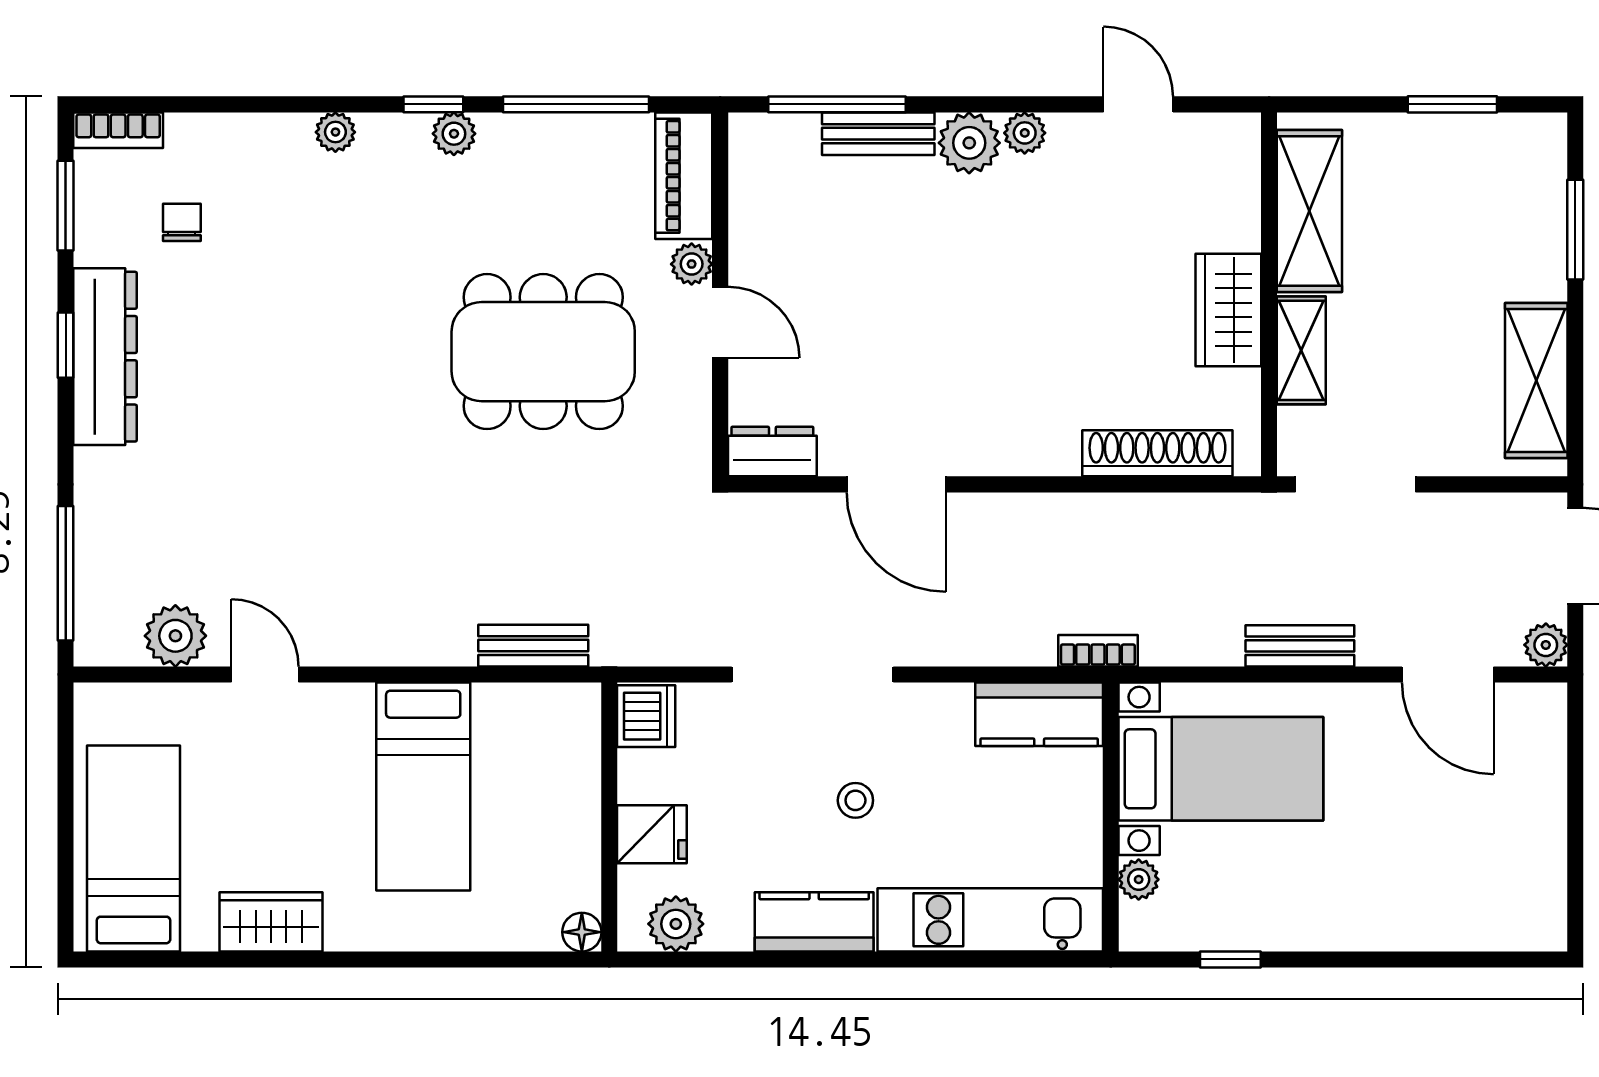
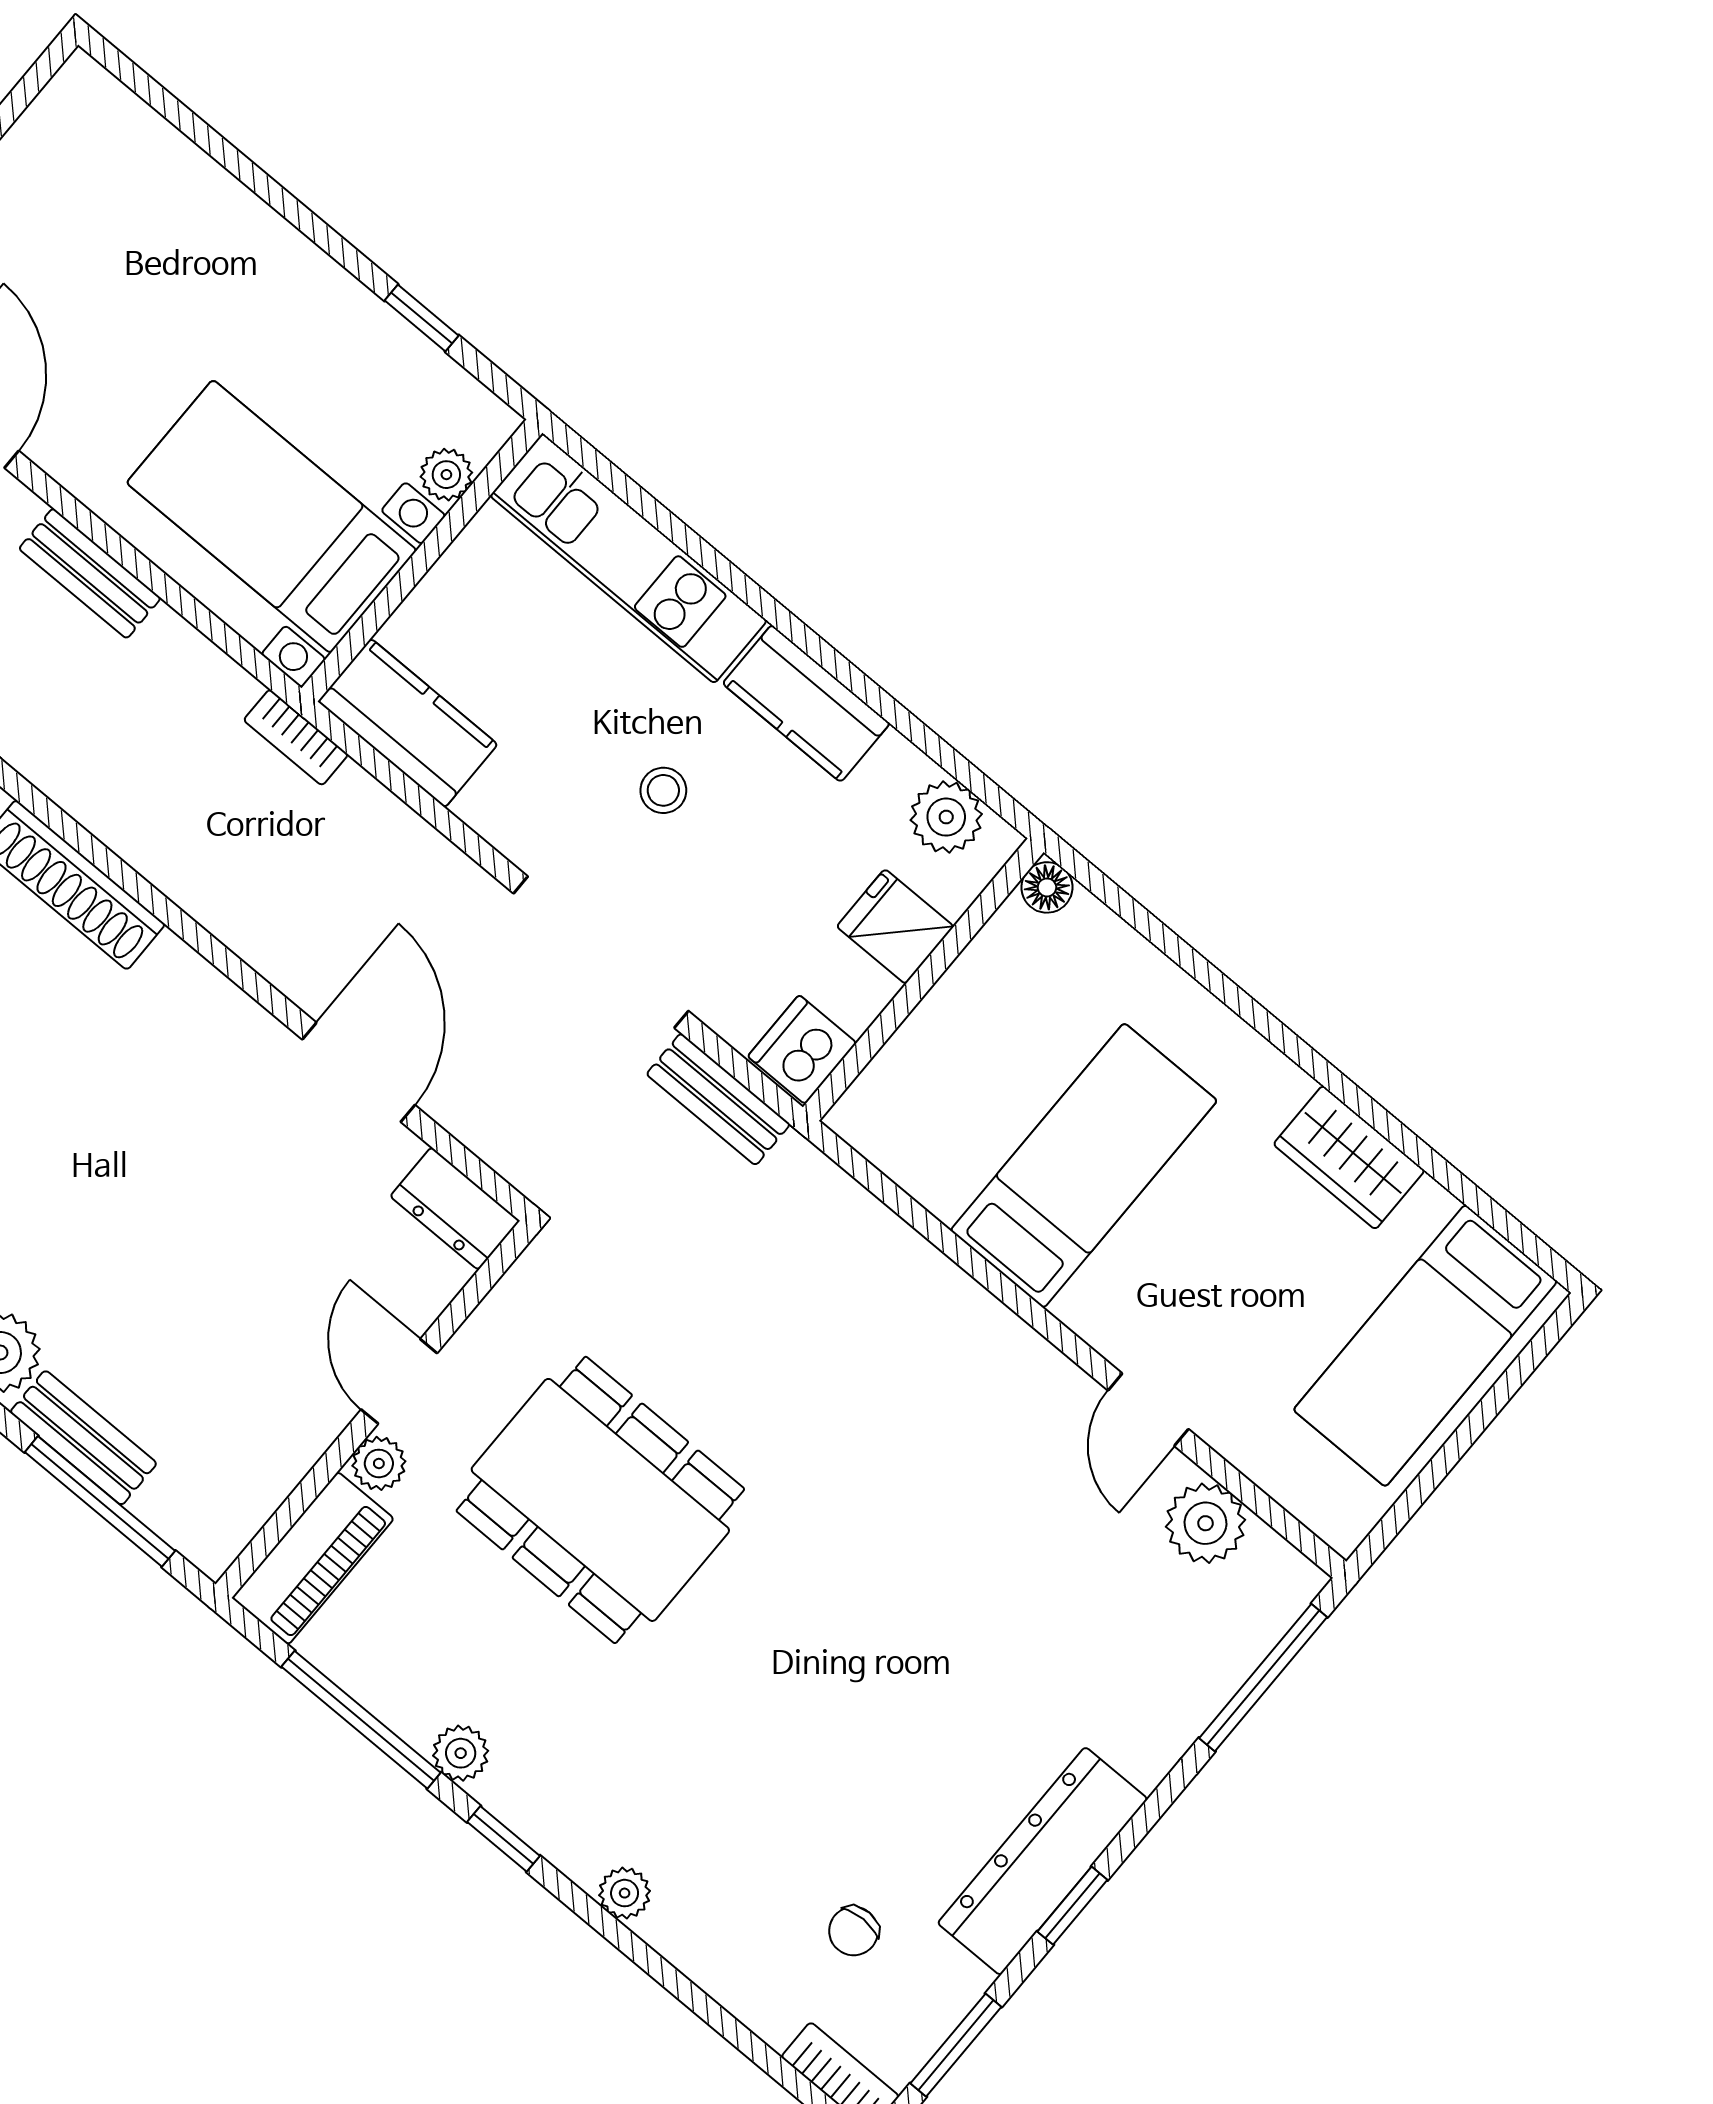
plant: (454, 134) -> (461, 1753), moved
bench: (533, 646) -> (718, 1099), moved

